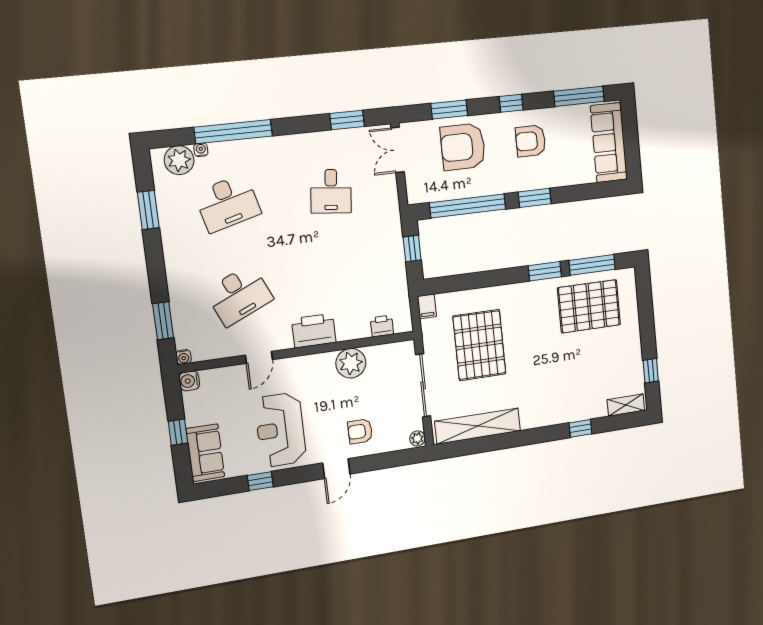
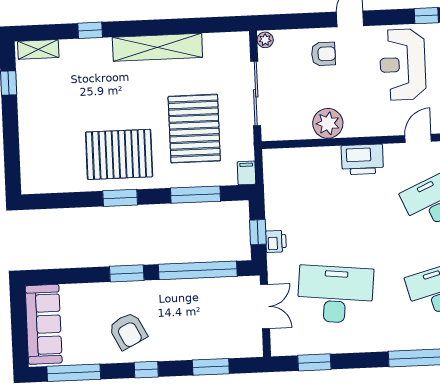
armchair: (531, 141) -> (128, 331), turned 63
armchair: (463, 147) -> (199, 329), removed
double door: (398, 150) -> (265, 306), moved
desk: (331, 191) -> (335, 294), width x1.87, depth x1.30
window: (592, 265) -> (195, 195), moved
pallet: (589, 306) -> (119, 154), moved
printer: (382, 326) -> (276, 241), moved, turned -90
shelving: (478, 426) -> (157, 47), moved
reception desk: (280, 430) -> (403, 64), turned 180

